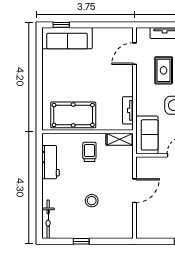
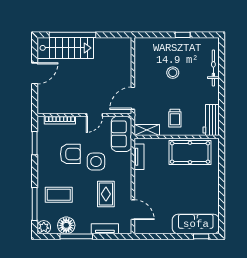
door: (134, 54) -> (133, 210), hinge flipped
workbench: (51, 162) -> (211, 120), moved
door: (134, 191) -> (133, 98), moved
bicycle: (48, 219) -> (213, 68), moved

